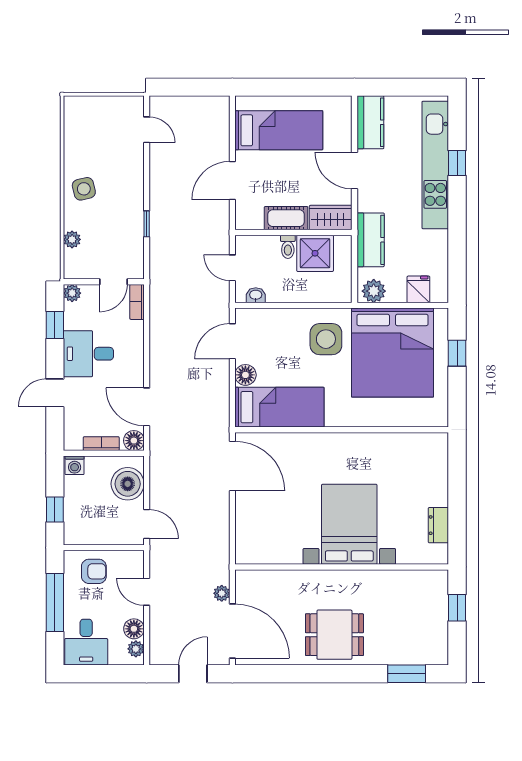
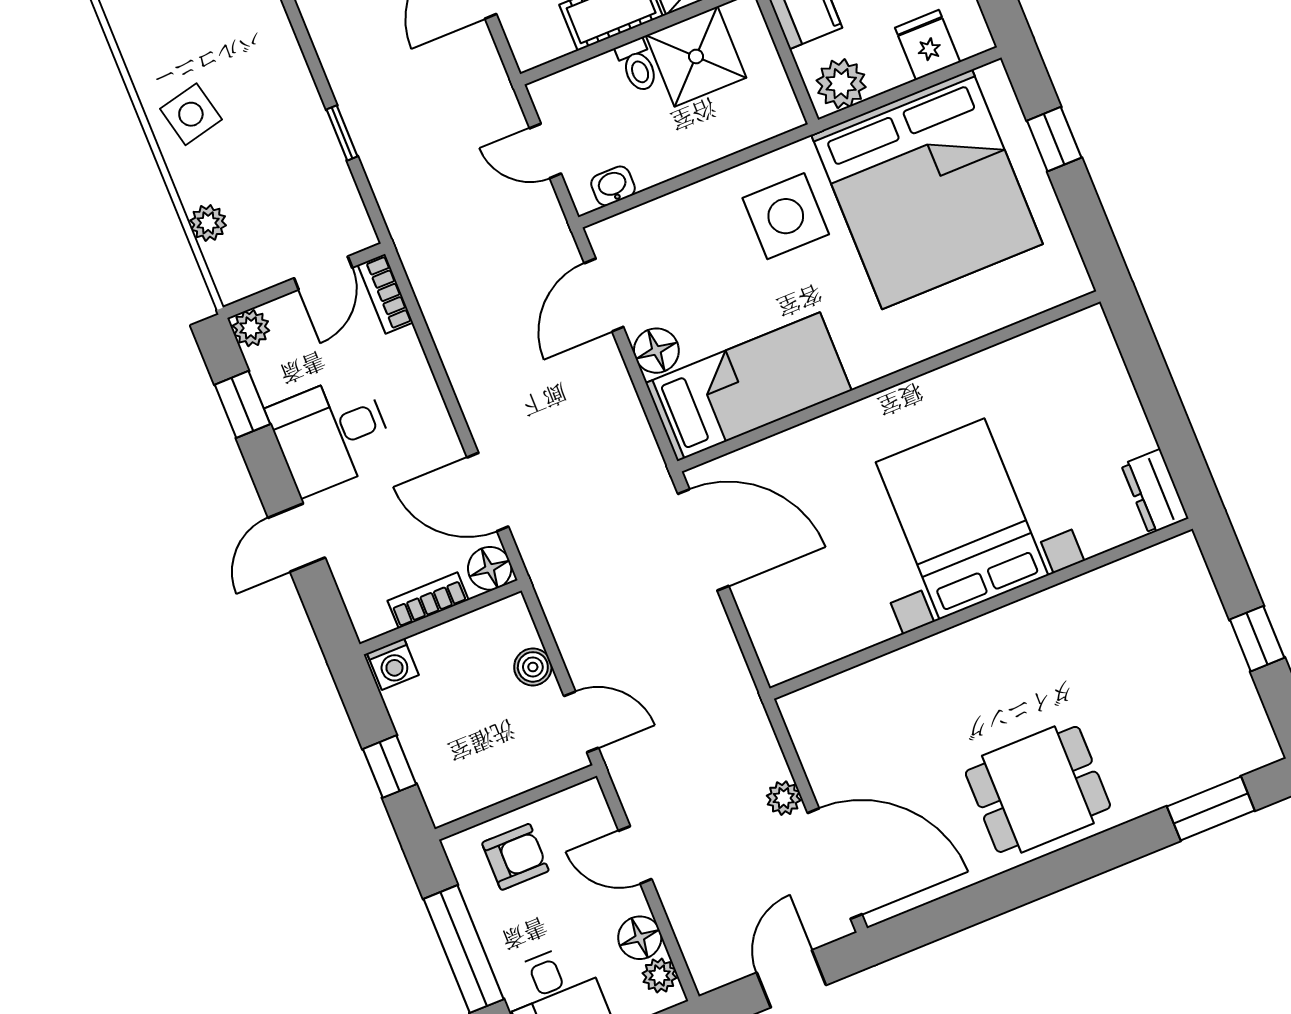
boiler: (128, 484) -> (533, 667), width x0.54, depth x0.54
bed with nightstands: (349, 524) -> (962, 519), moved
wall: (342, 567) -> (981, 609), moved

